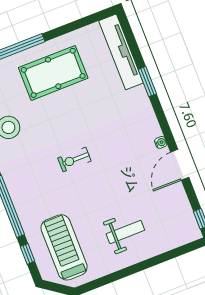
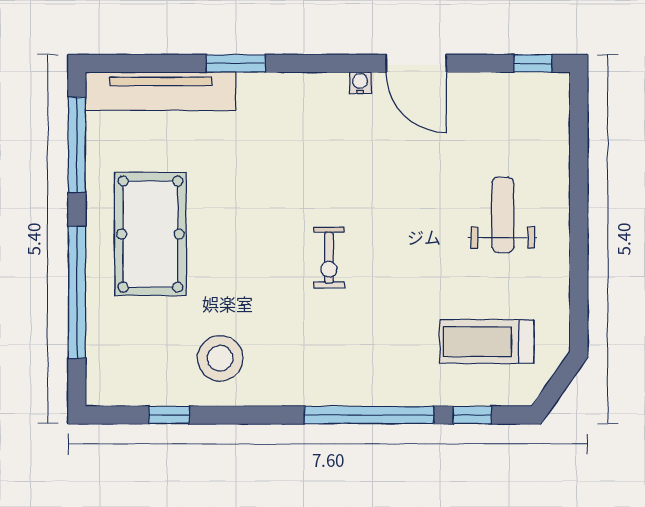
window: (81, 23) -> (77, 145), added
treadmill: (64, 247) -> (487, 342), width x0.73, depth x0.73

